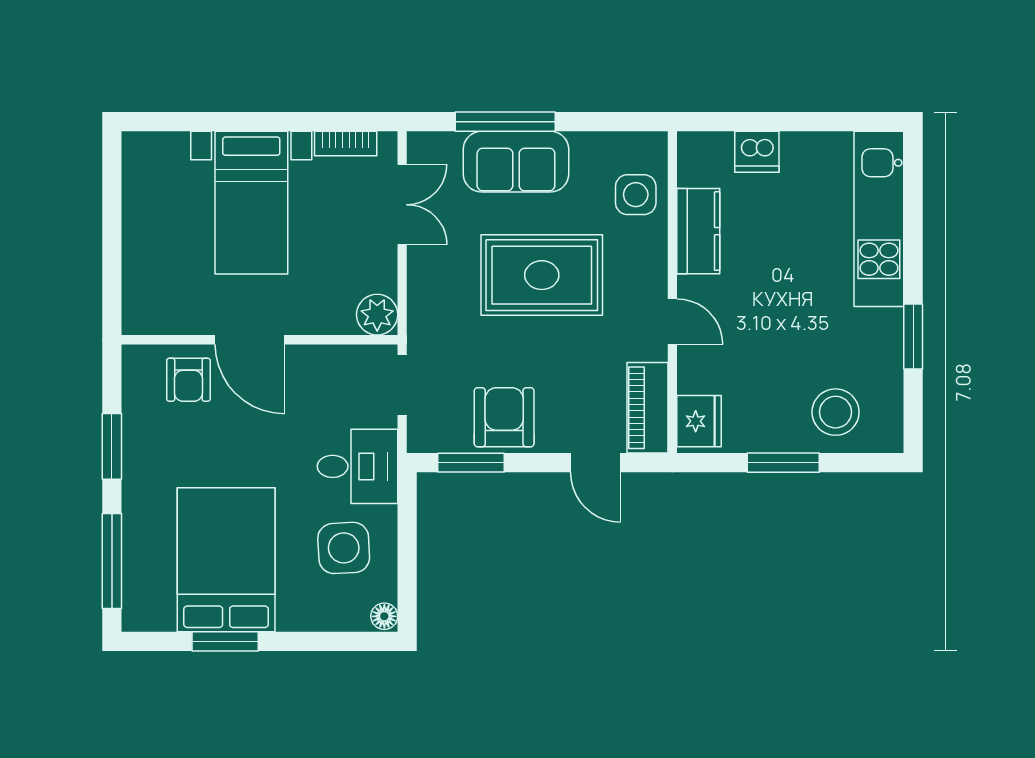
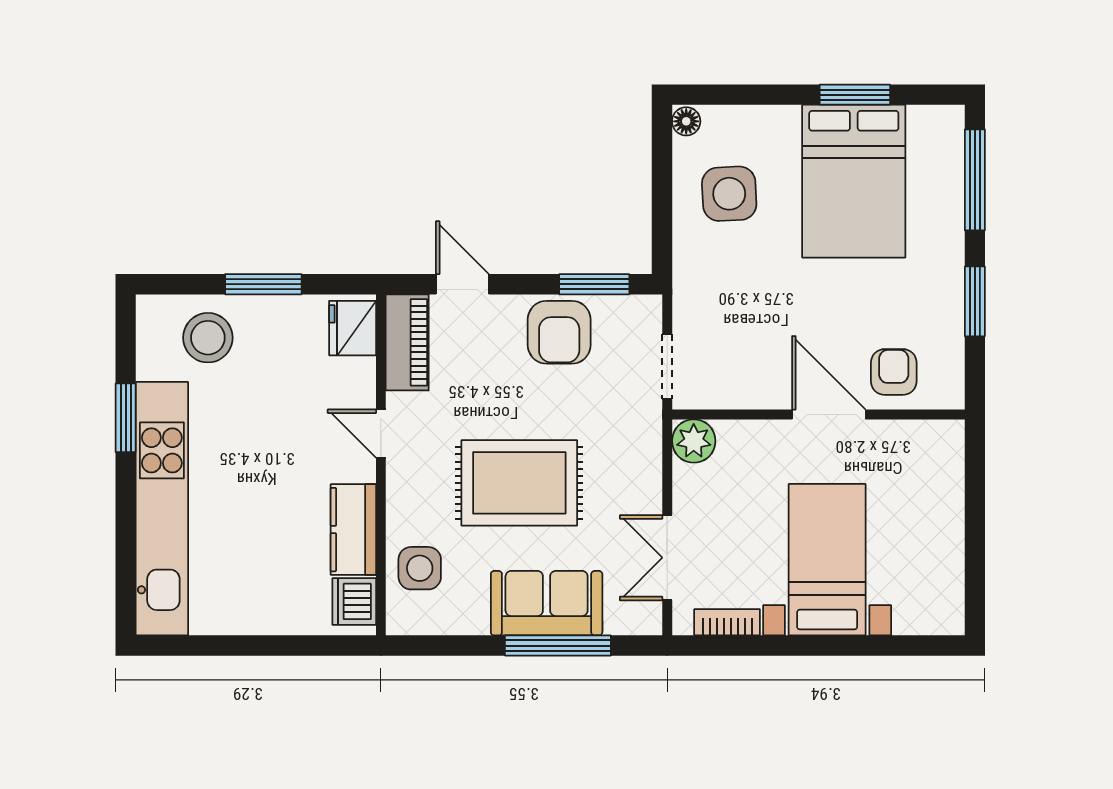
dishwasher: (757, 152) -> (354, 601), moved, turned -90
kitchen unit: (879, 219) -> (162, 509), width x1.36
desk: (357, 466) -> (715, 280), removed

